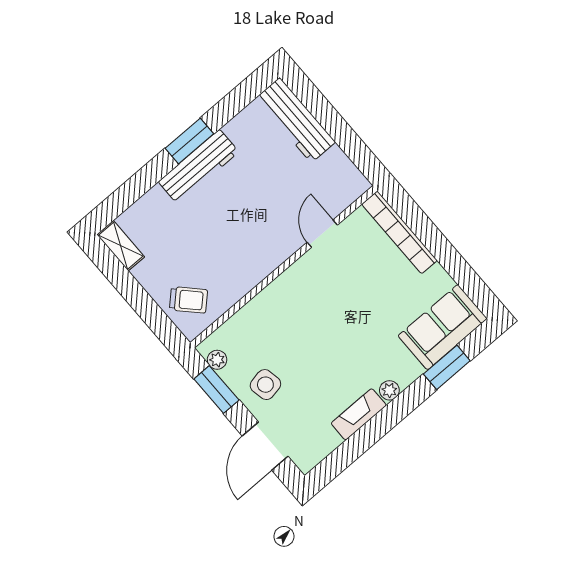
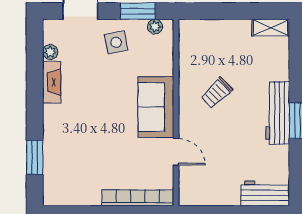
workbench: (296, 120) -> (265, 193), width x0.73
trolley: (189, 300) -> (217, 93), moved
sofa: (443, 327) -> (156, 107), moved, turned 180
plant: (389, 390) -> (50, 52), moved

